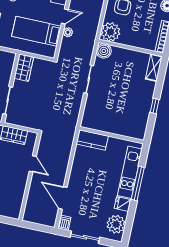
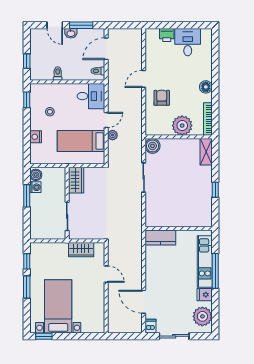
plant: (110, 32) -> (182, 126), moved

